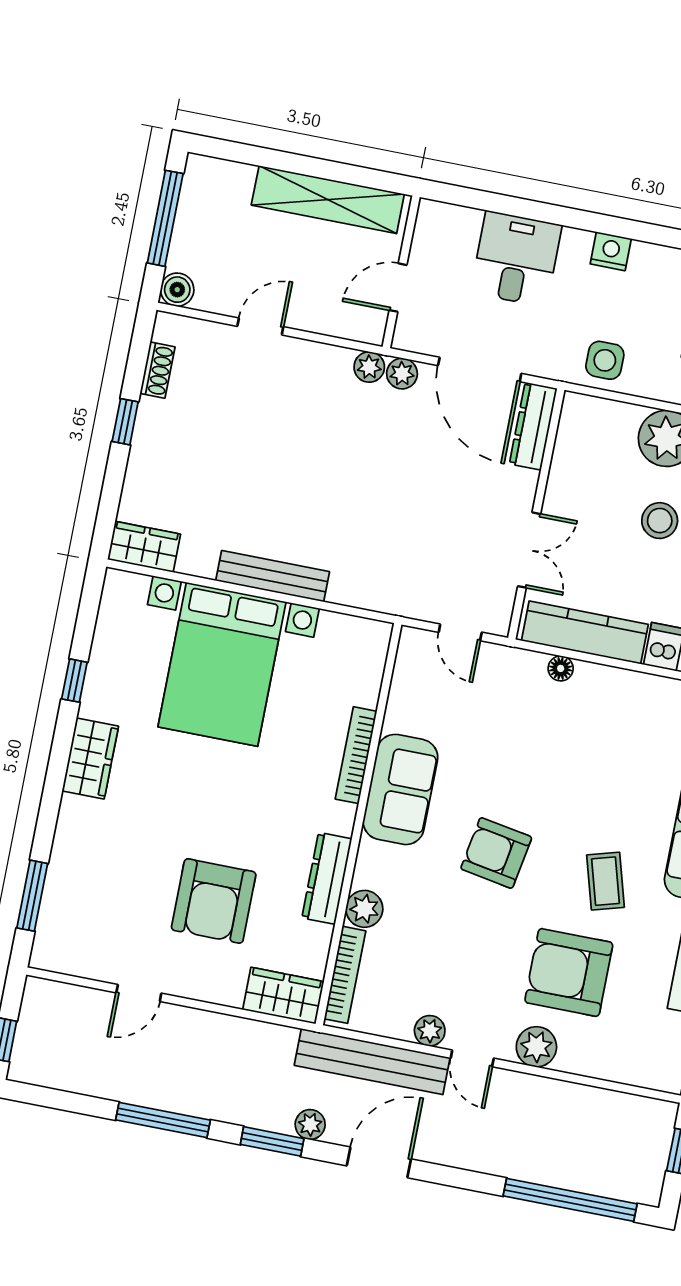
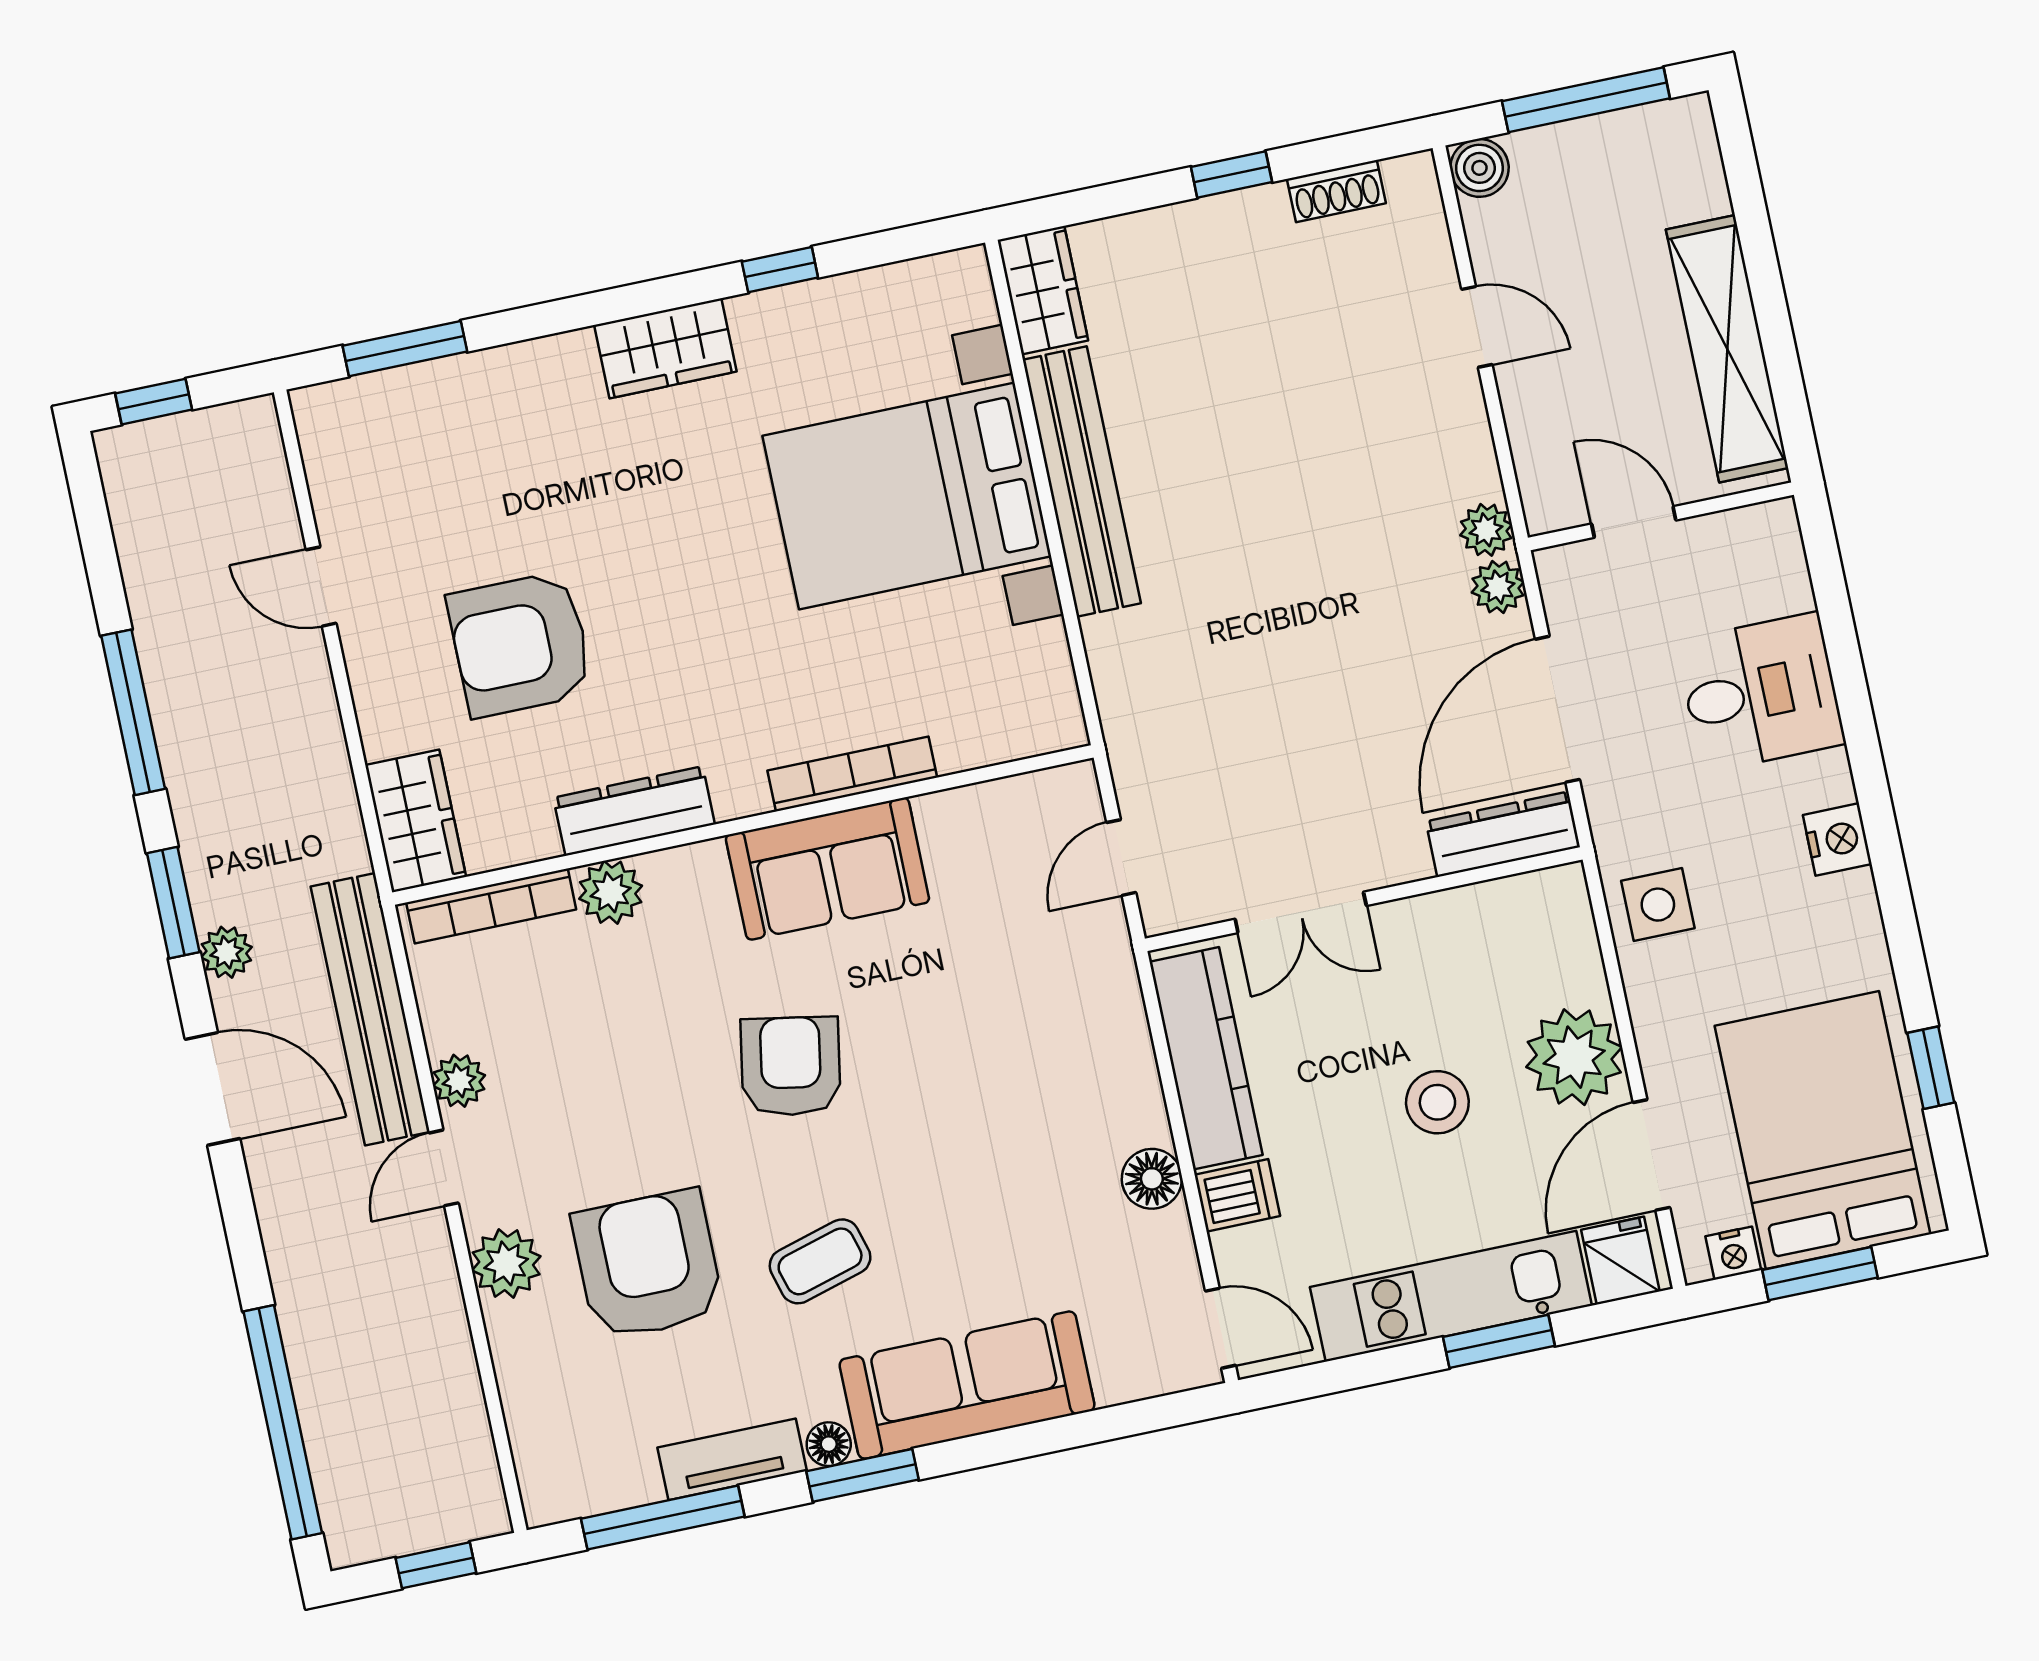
bench: (273, 576) -> (1082, 481), width x1.37, depth x1.21
floor lamp: (561, 668) -> (1152, 1179), moved, width x1.37, depth x1.37

